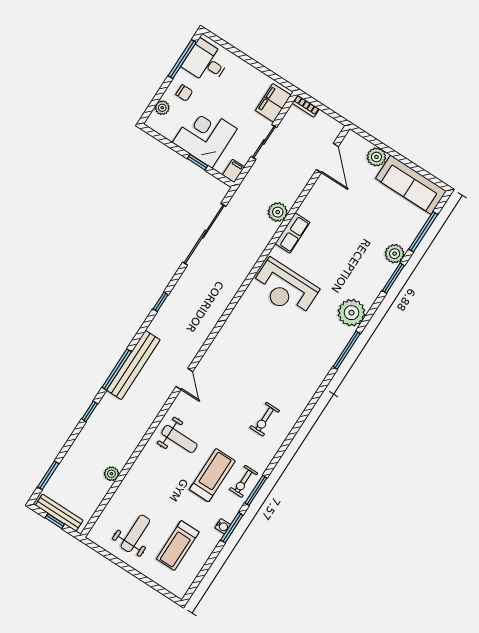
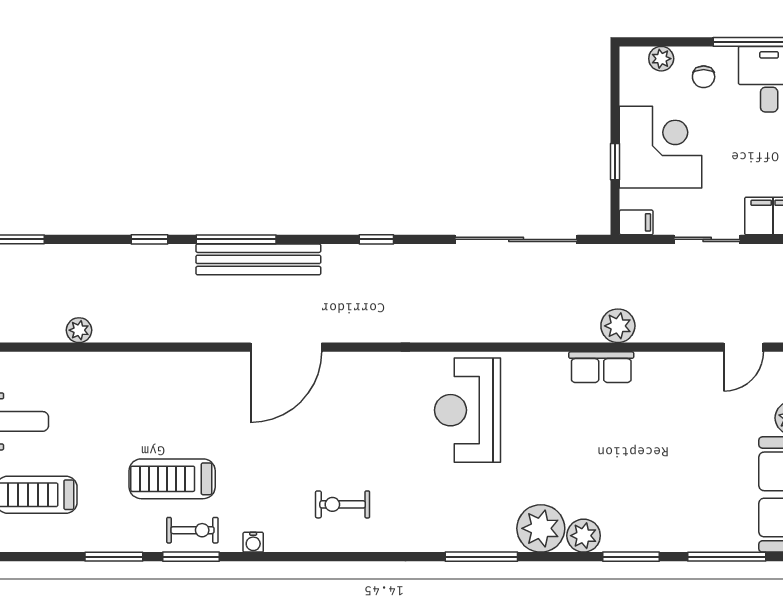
door: (327, 158) -> (744, 347), width x0.73
plant: (395, 254) -> (584, 536), moved
reception desk: (285, 288) -> (468, 410), moved
door: (184, 379) -> (286, 347), width x1.88
exercise bike: (265, 419) -> (343, 504), moved
weight bench: (179, 439) -> (194, 397), removed
treadmill: (212, 475) -> (172, 479), turned 180
exercise bike: (244, 481) -> (192, 530), turned 180
water cooler: (223, 526) -> (253, 542), moved

